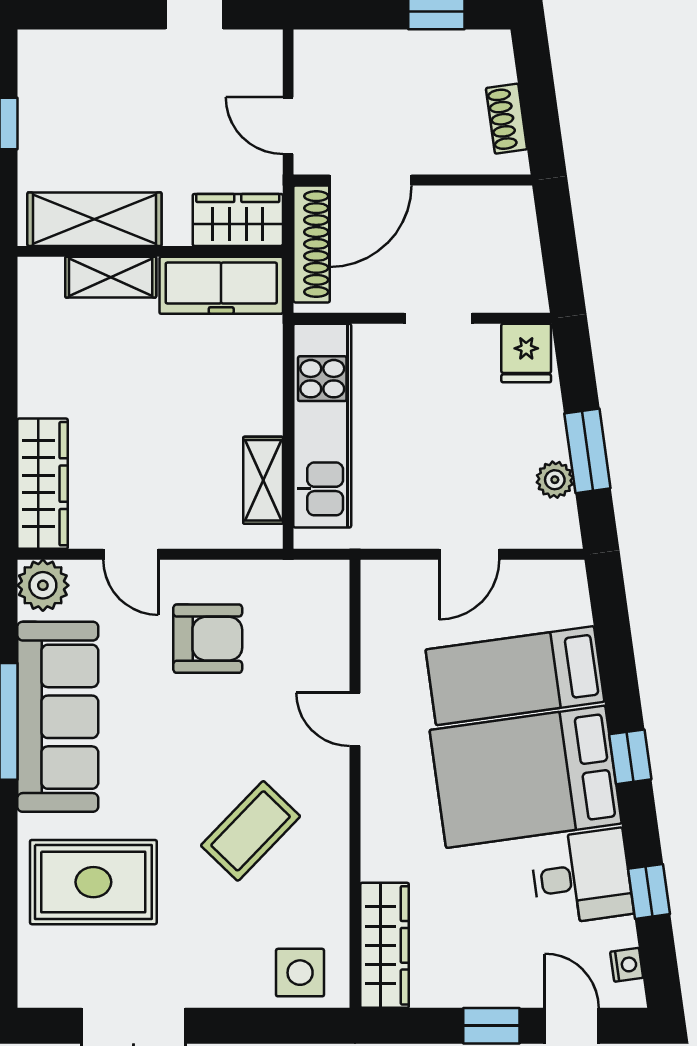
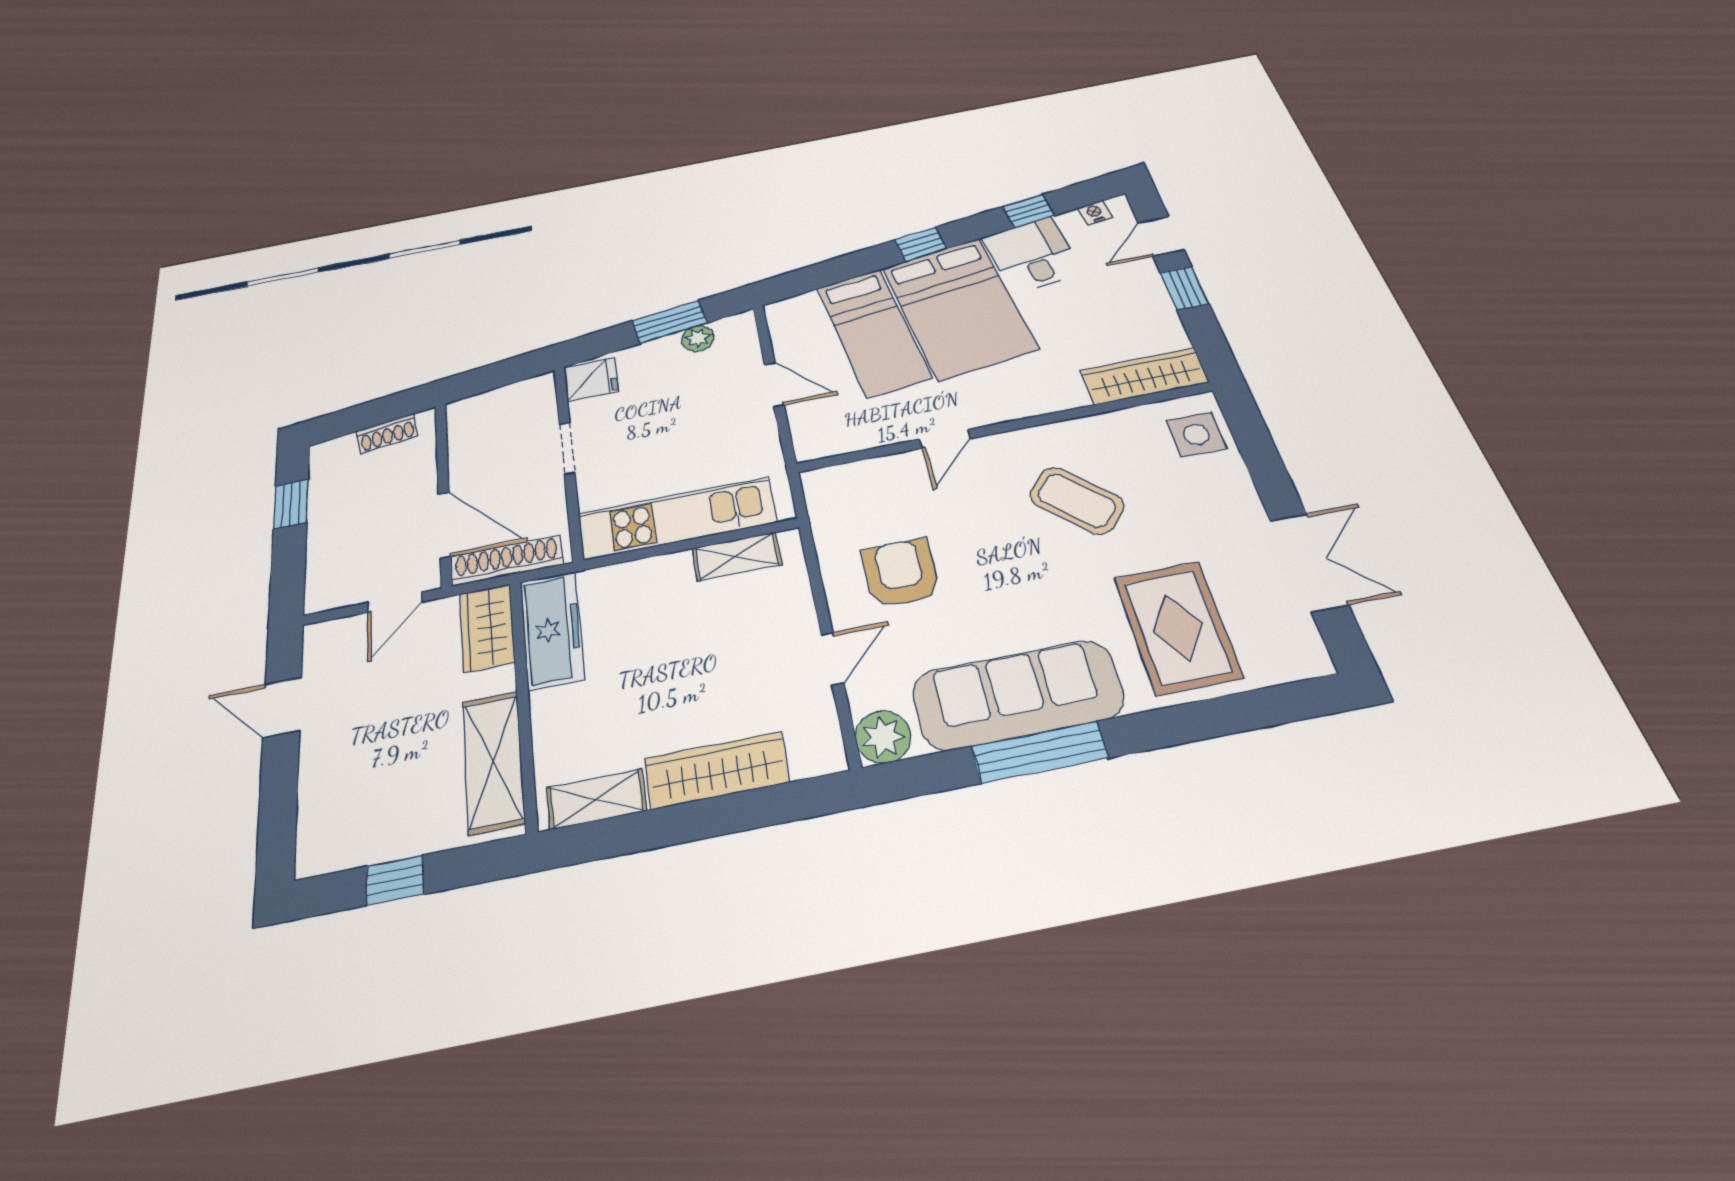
shelving: (111, 277) -> (596, 799), moved, turned 90
wardrobe: (42, 484) -> (717, 770), moved

